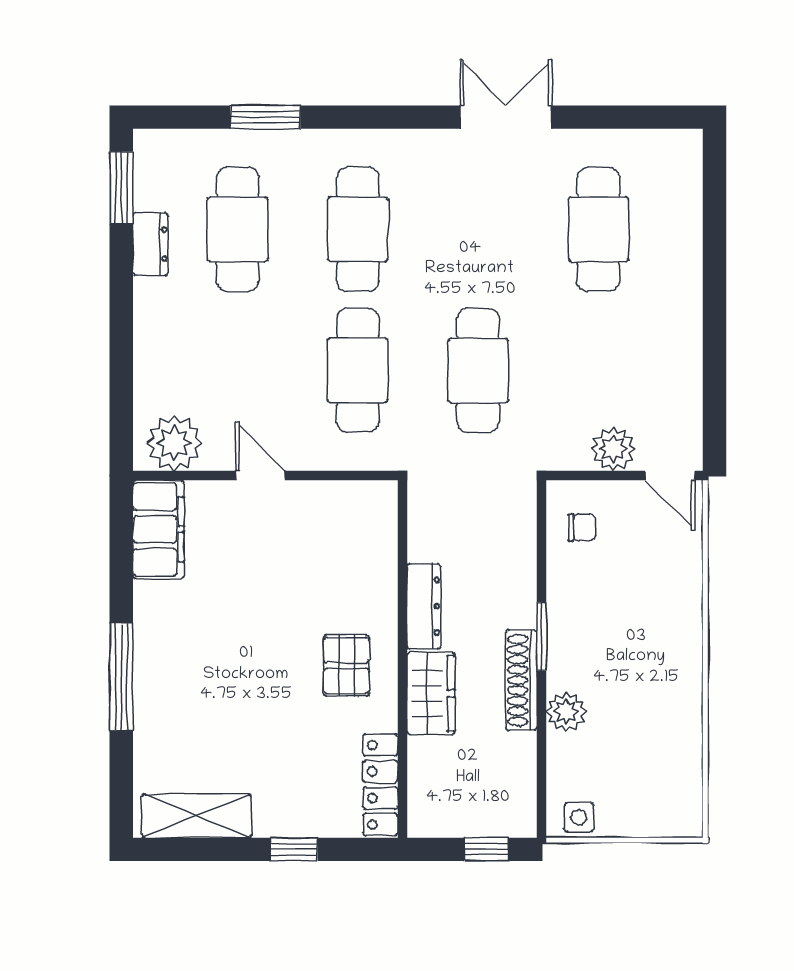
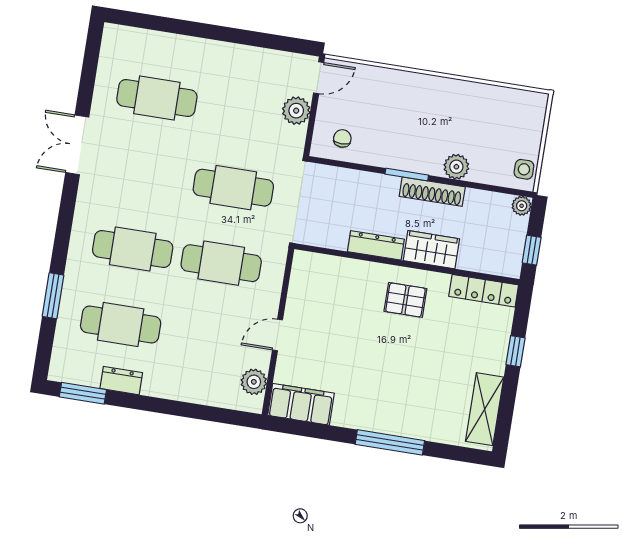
plant: (174, 443) -> (254, 382), width x0.73, depth x0.73
plant: (522, 823) -> (522, 206), added
window: (486, 849) -> (532, 250), moved

